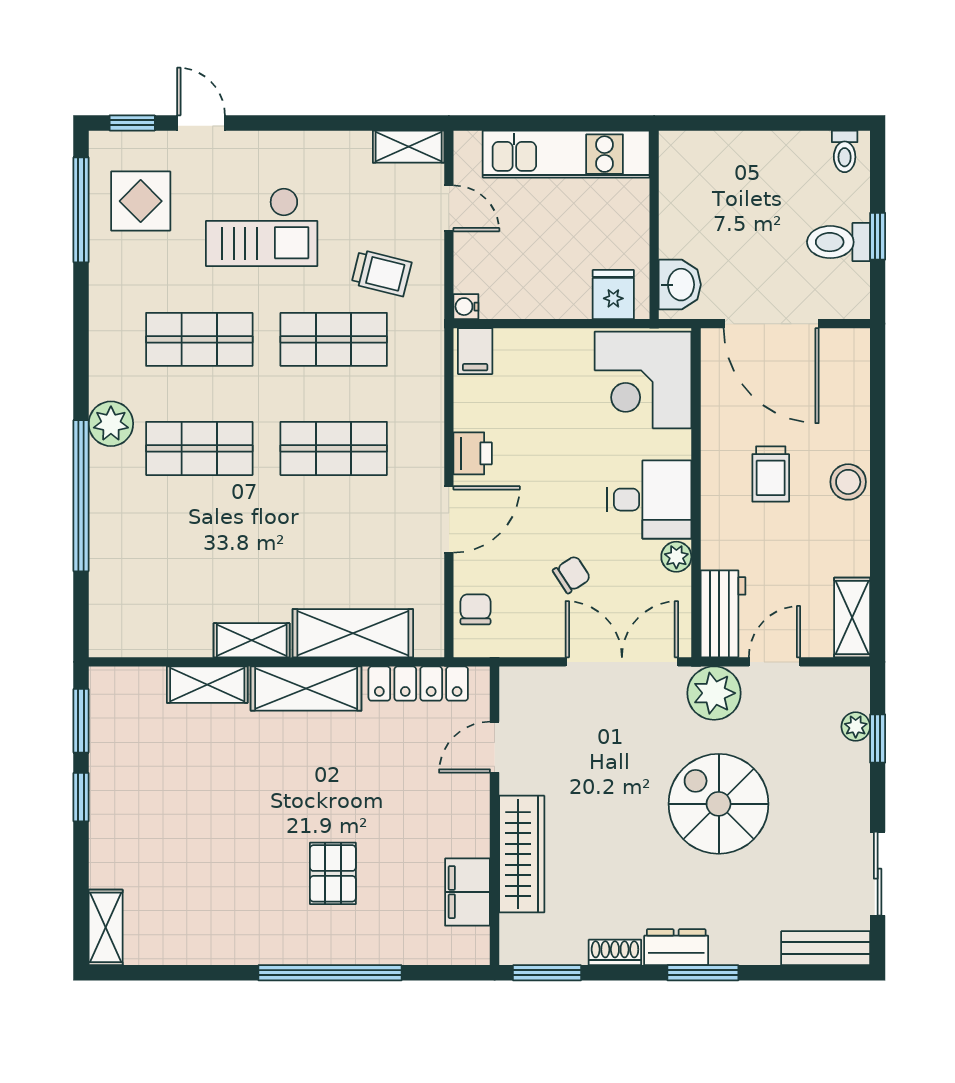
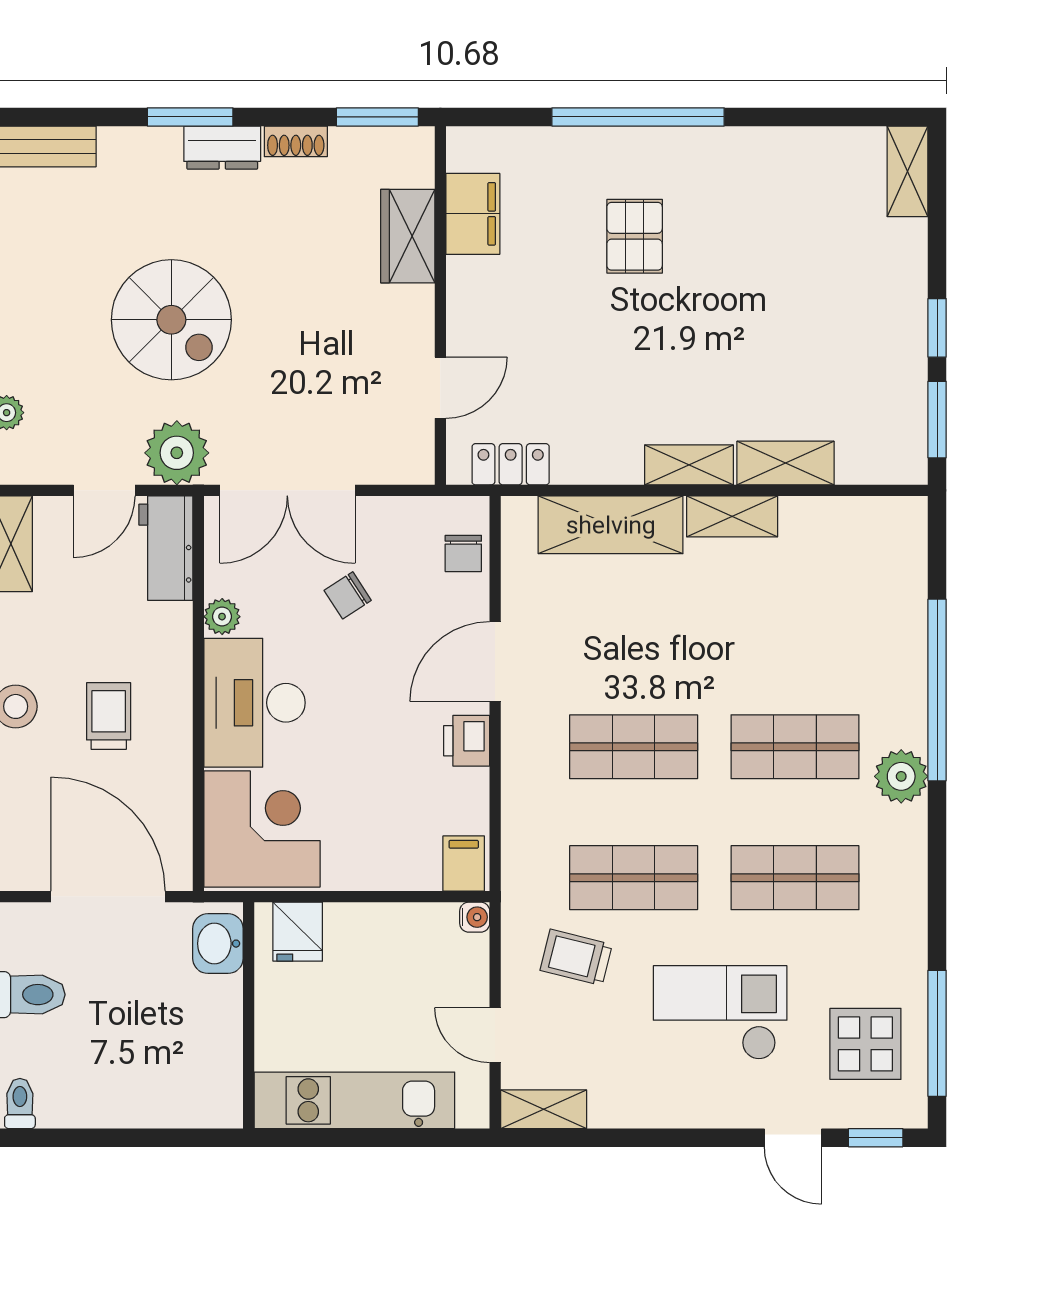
desk: (649, 500) -> (255, 703), width x1.37
locker: (418, 684) -> (511, 464), width x0.66
shelving: (306, 689) -> (689, 465), width x0.67, depth x0.75
wardrobe: (522, 854) -> (408, 236), width x0.67

